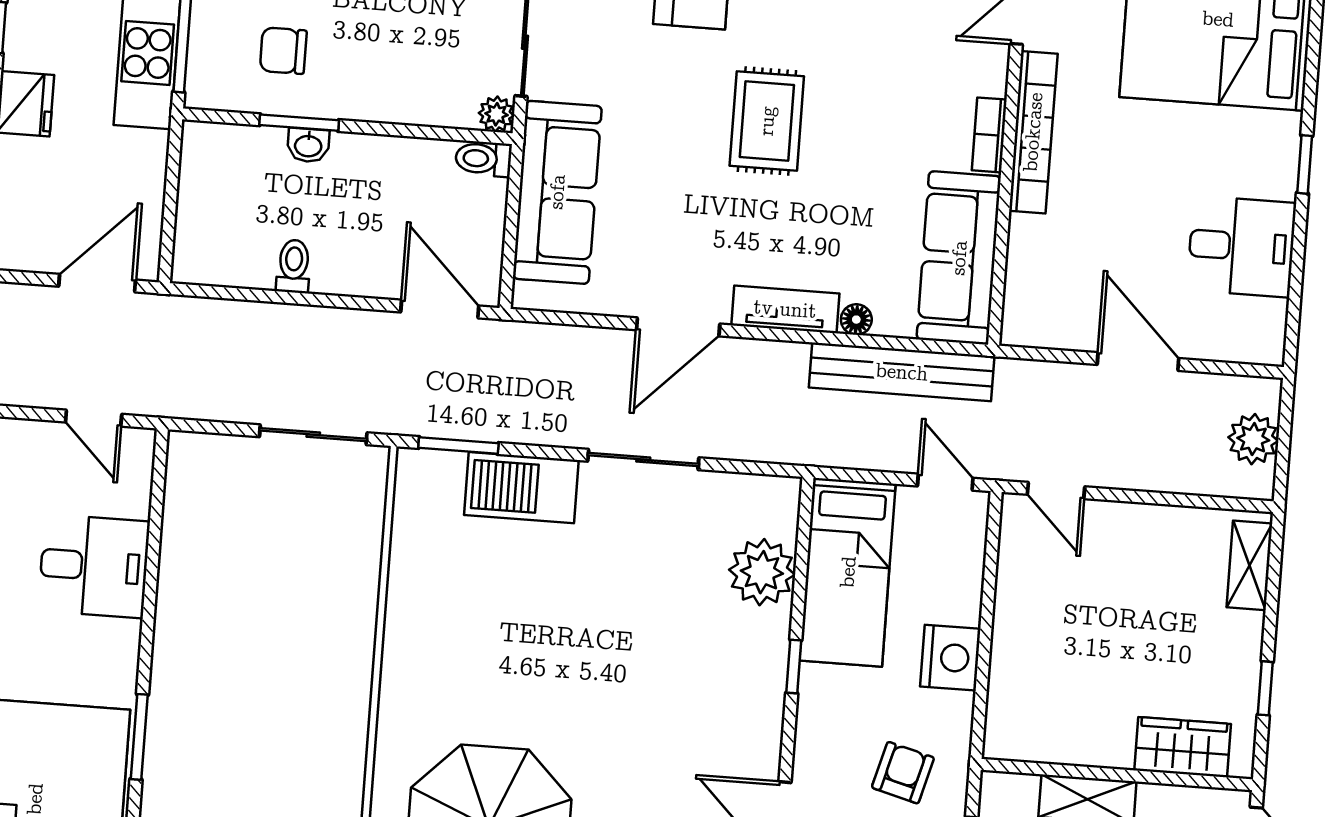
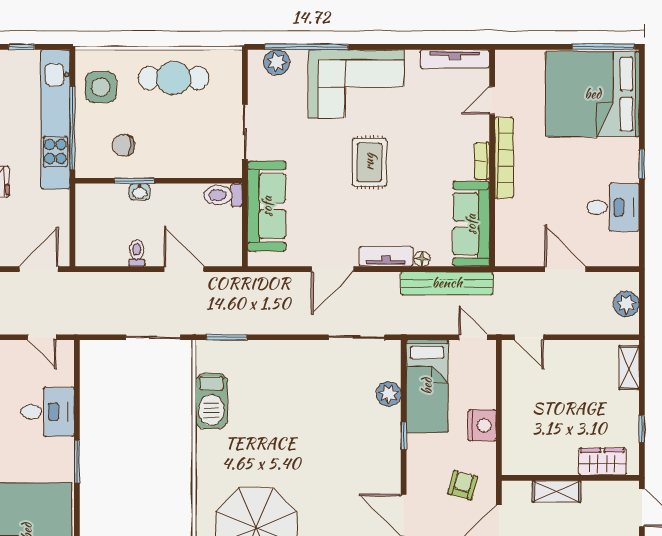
plant: (496, 114) -> (233, 169), removed
toilet: (483, 159) -> (223, 195), width x1.37, depth x1.39
door: (440, 309) -> (184, 269), moved
sliding door: (643, 460) -> (357, 337), moved
barbecue: (521, 488) -> (211, 401), moved, turned -90
plant: (762, 572) -> (389, 394), width x0.73, depth x0.73
window: (139, 737) -> (77, 461), moved

